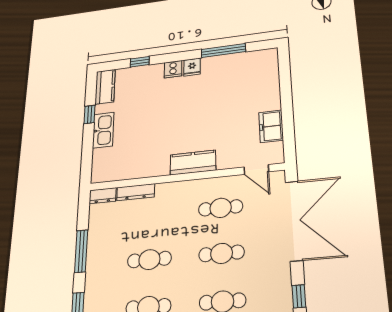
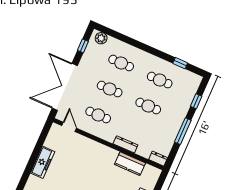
freezer: (271, 126) -> (43, 162), moved, width x1.40
kitchen counter: (193, 163) -> (130, 164), moved
dresser: (136, 192) -> (125, 144), moved

